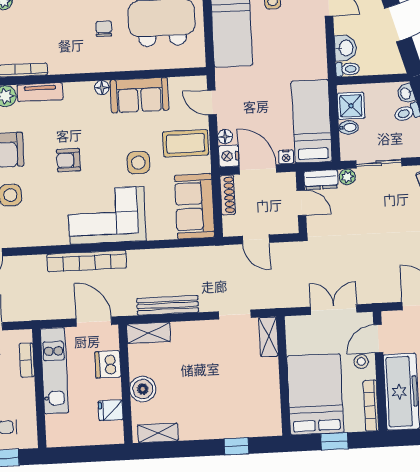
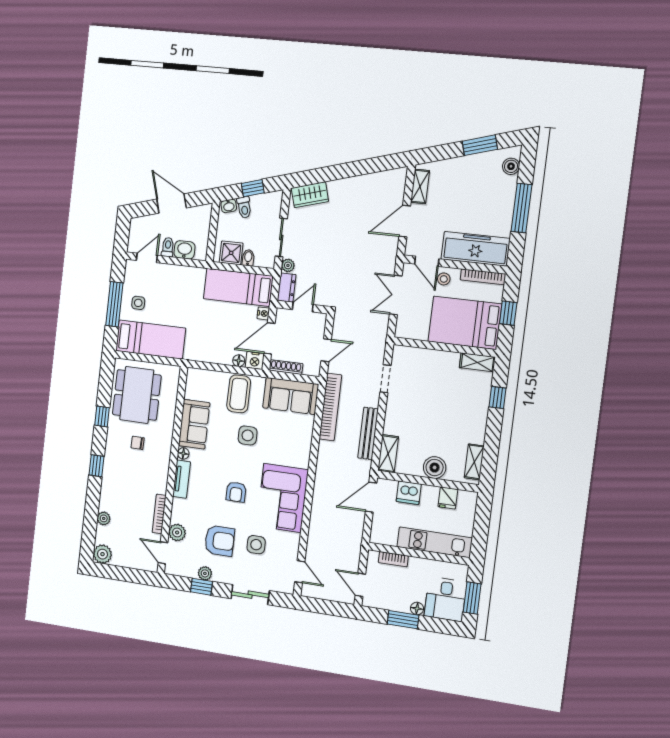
toilet: (347, 69) -> (168, 247), moved
tv unit: (40, 92) -> (182, 479), moved
door: (212, 102) -> (210, 366), removed
corner sofa: (107, 215) -> (282, 498), moved
bookcase: (87, 261) -> (330, 407), moved
shelving: (268, 337) -> (477, 362), moved
kitchen unit: (54, 371) -> (435, 542), moved

